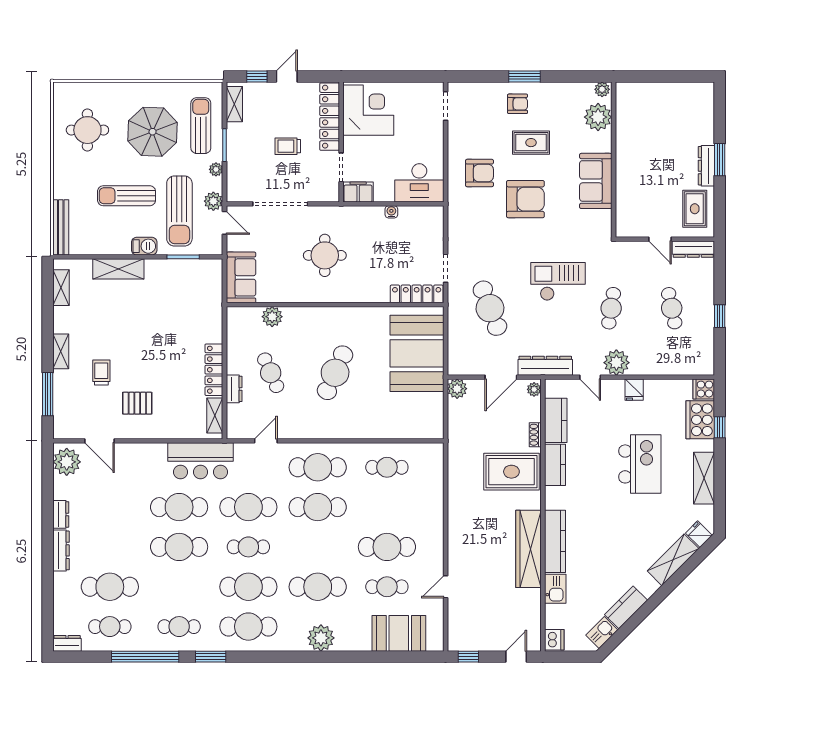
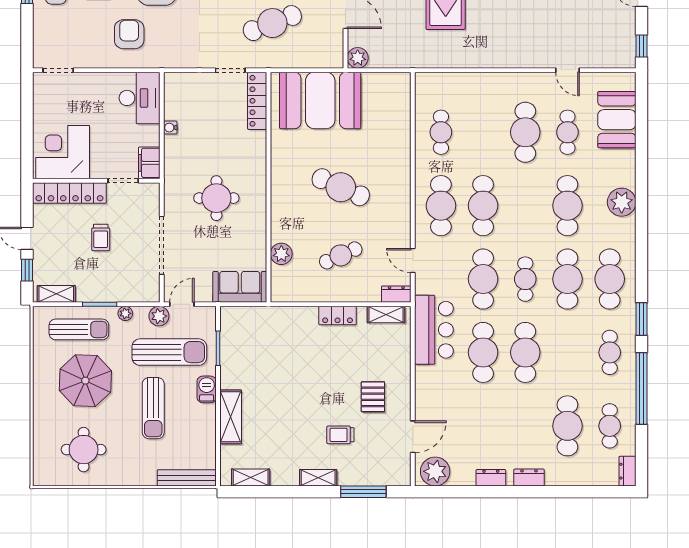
sun lounger: (201, 126) -> (79, 329), turned 180
locker: (214, 370) -> (338, 316), width x0.66
dresser: (234, 389) -> (396, 294), moved
dresser: (61, 550) -> (529, 478), width x0.70

